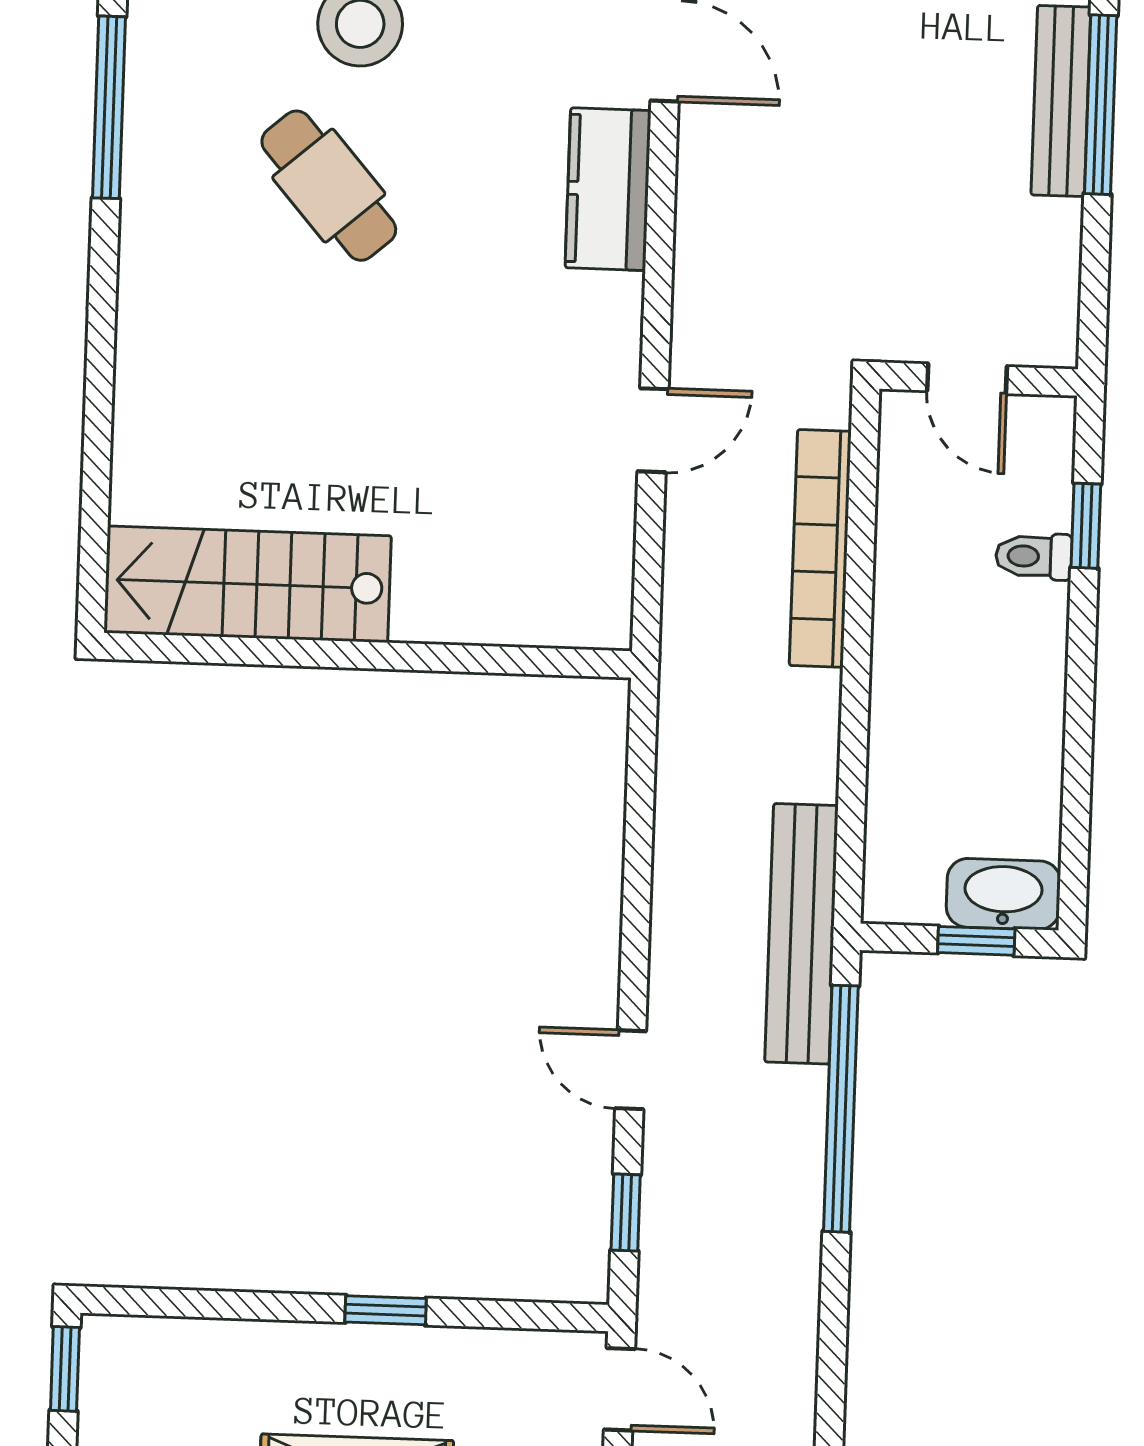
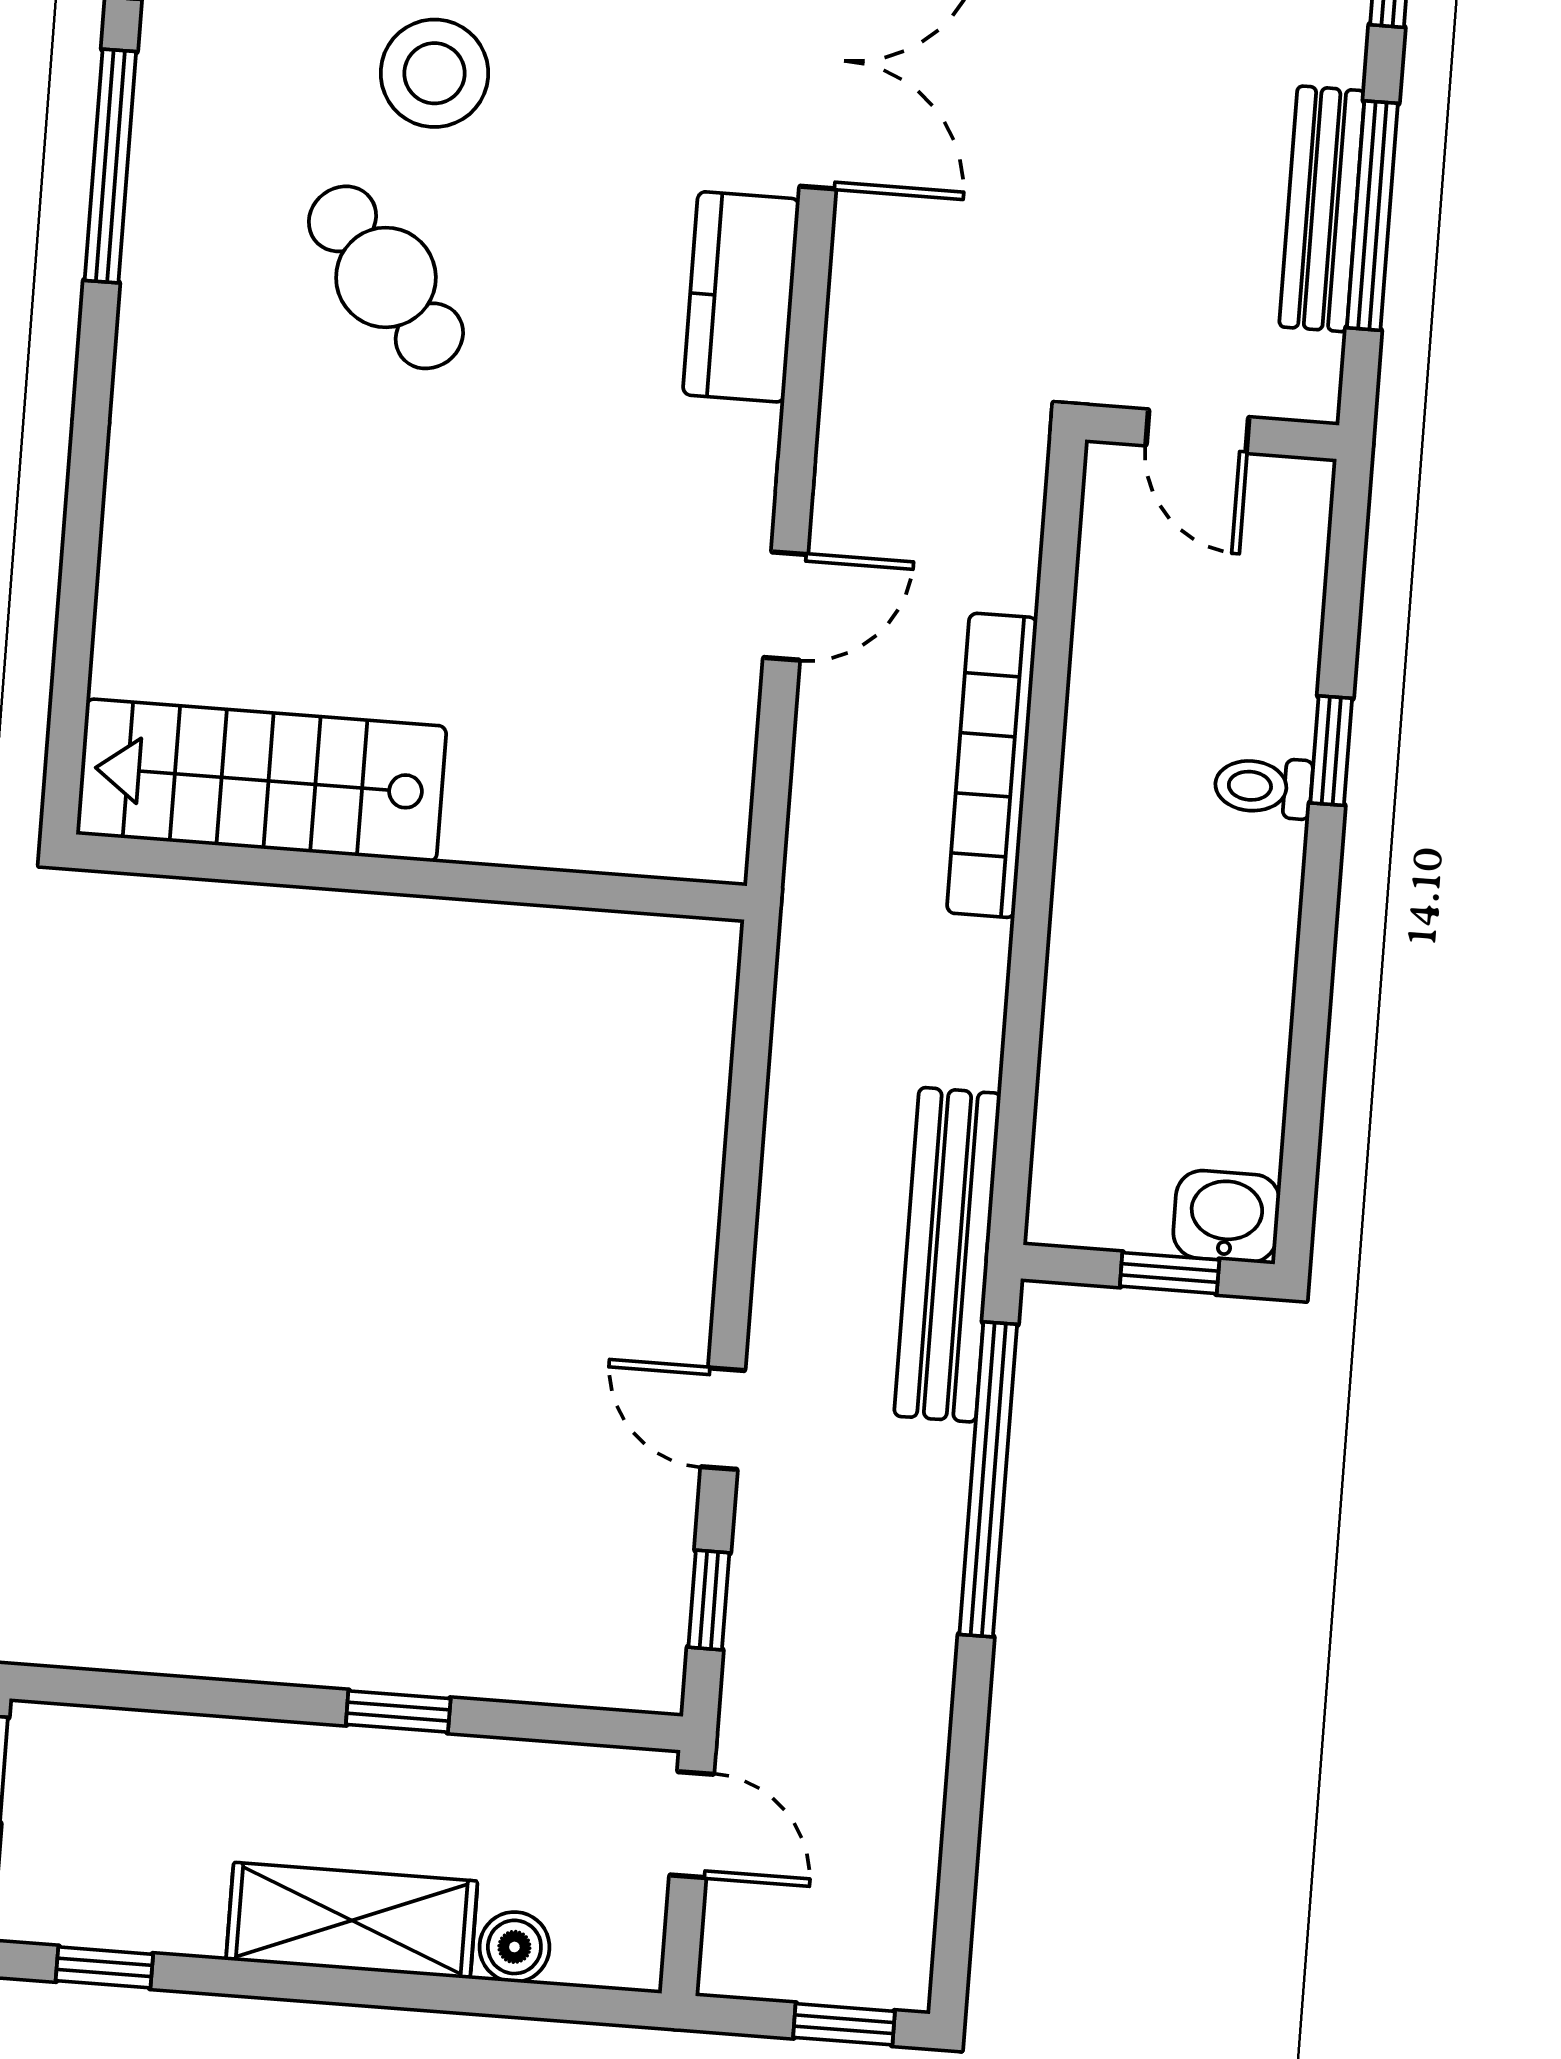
door: (967, 379) -> (1197, 431), moved
wall: (979, 379) -> (1212, 432), moved
washbasin: (1003, 894) -> (1226, 1216), width x0.72

